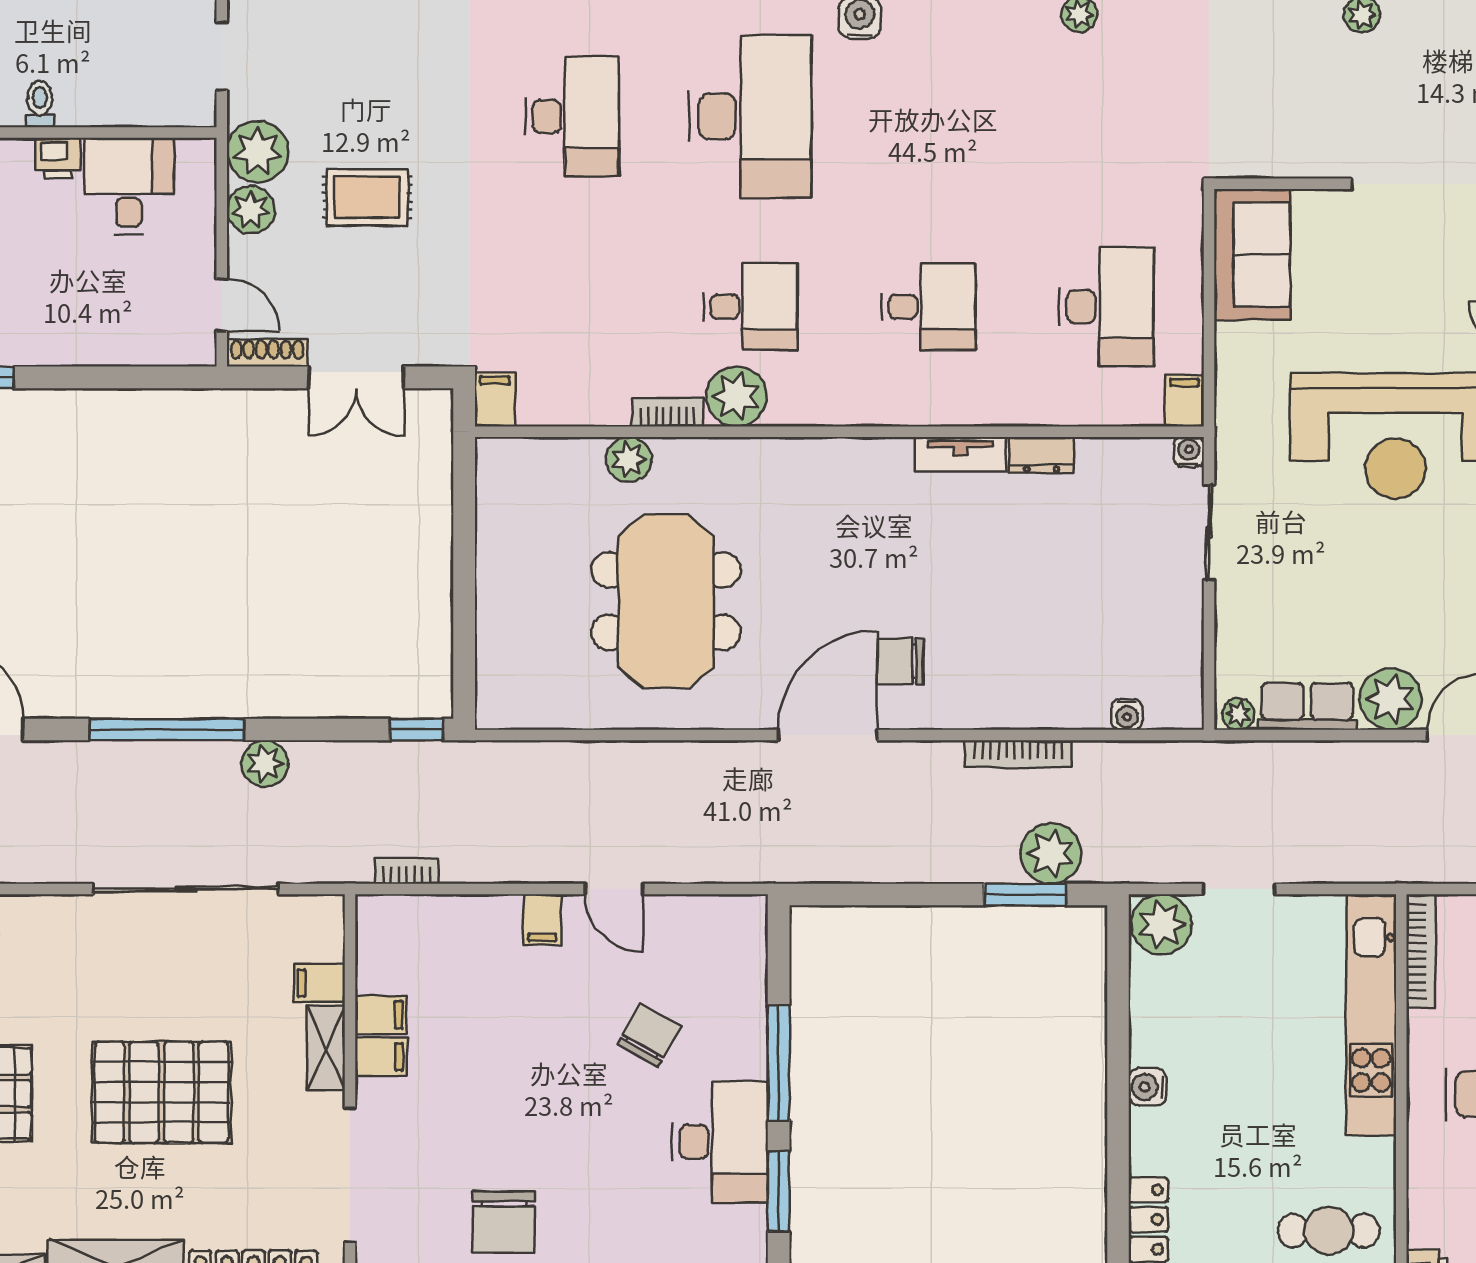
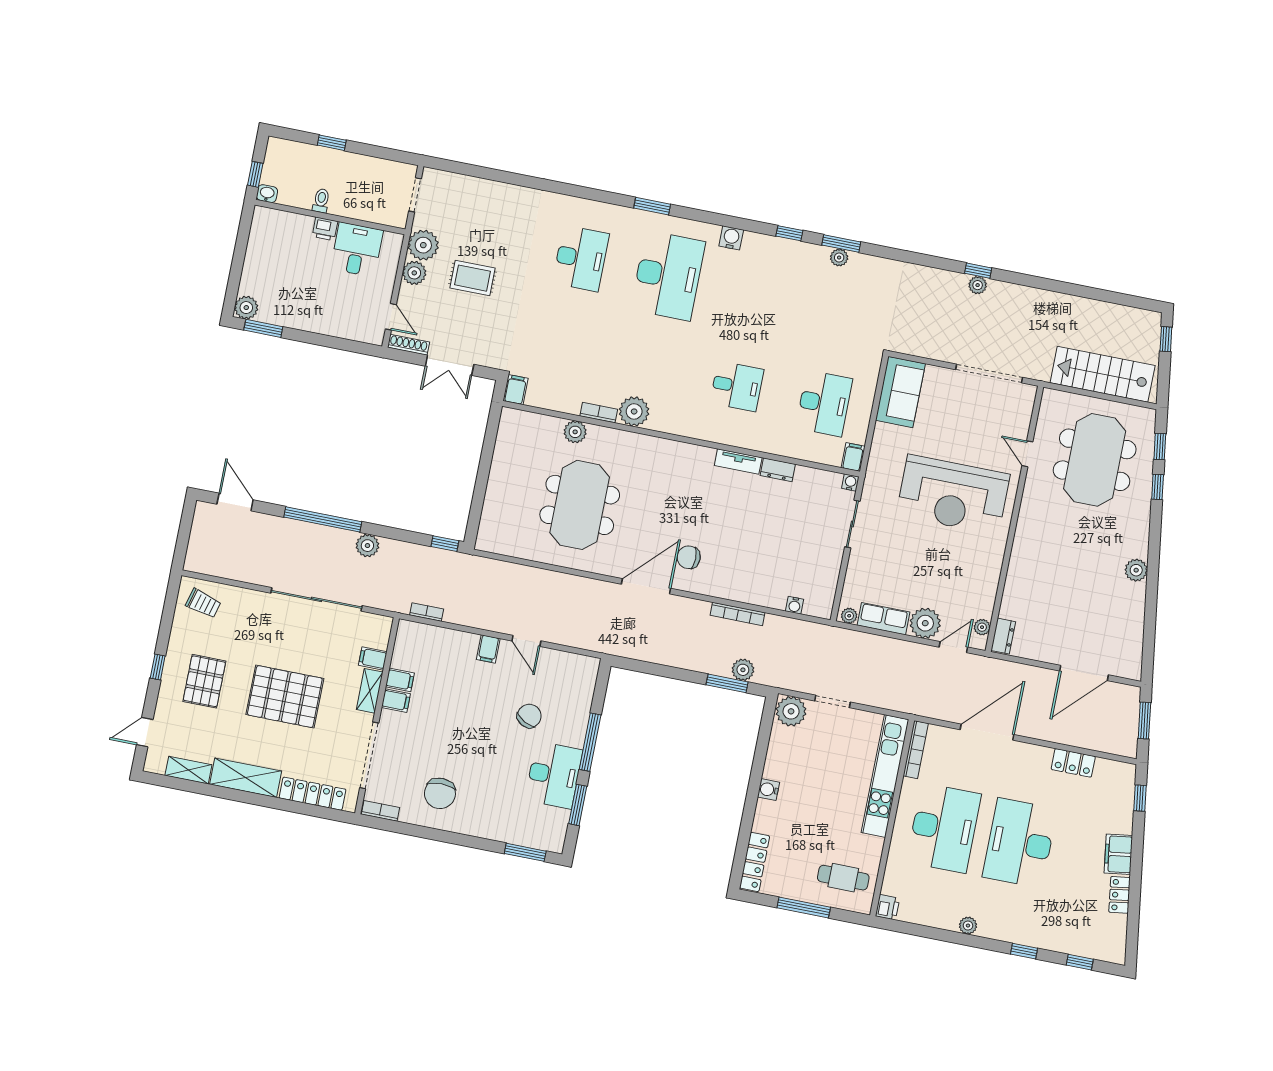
desk: (750, 307) -> (650, 369), removed
plant: (1051, 853) -> (743, 670), width x0.73, depth x0.73

